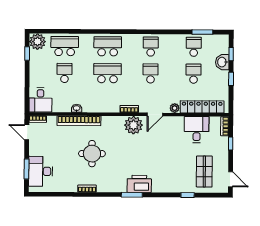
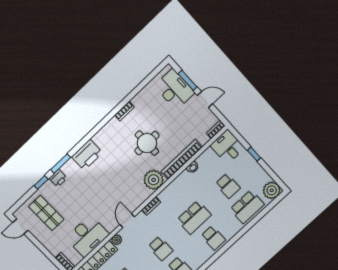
school desk: (108, 46) -> (213, 238), width x0.54
window: (27, 53) -> (254, 154), moved
plant: (133, 125) -> (154, 180), moved
desk: (197, 130) -> (87, 236), width x1.37
door: (27, 132) -> (205, 100), moved
window: (231, 144) -> (48, 254), removed
printer: (174, 187) -> (58, 178), added
window: (132, 195) -> (61, 164), moved

